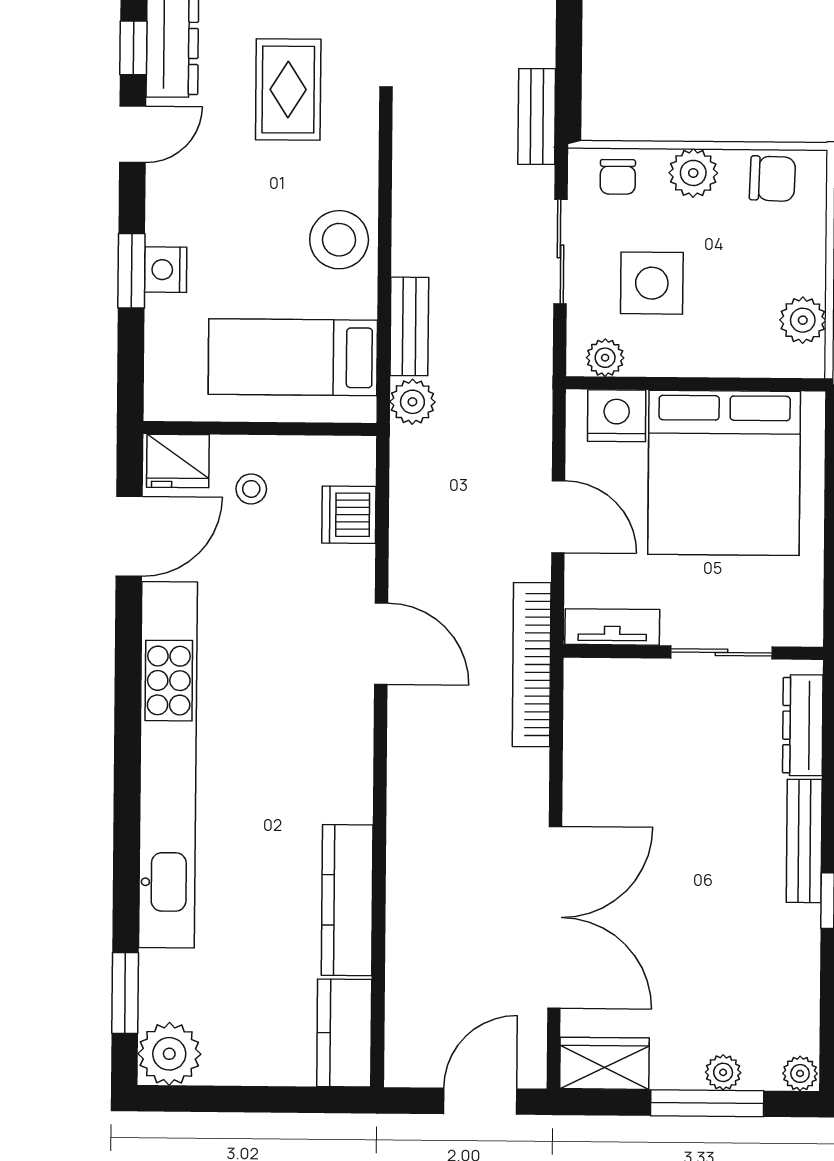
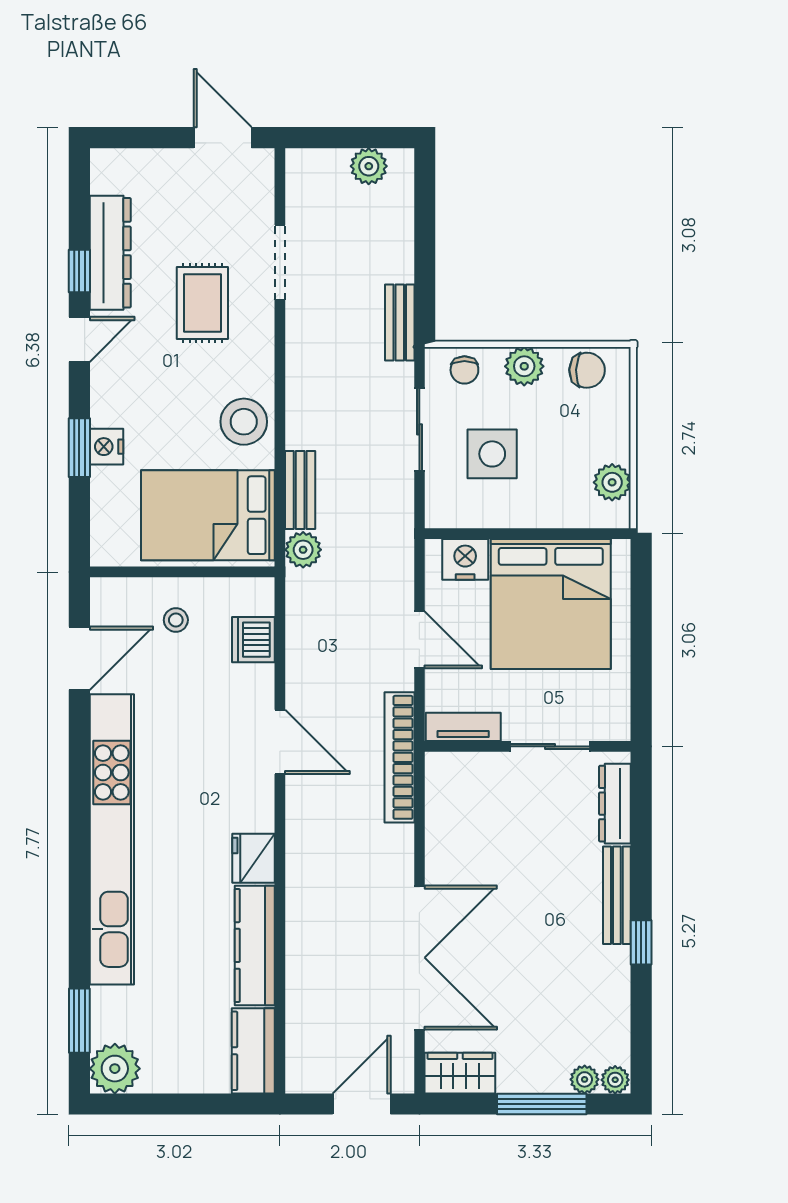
bed: (293, 357) -> (208, 515), width x1.50
plant: (605, 358) -> (456, 513), removed
fridge: (178, 461) -> (254, 858), moved, turned 90
plant: (723, 1072) -> (585, 1079), moved

